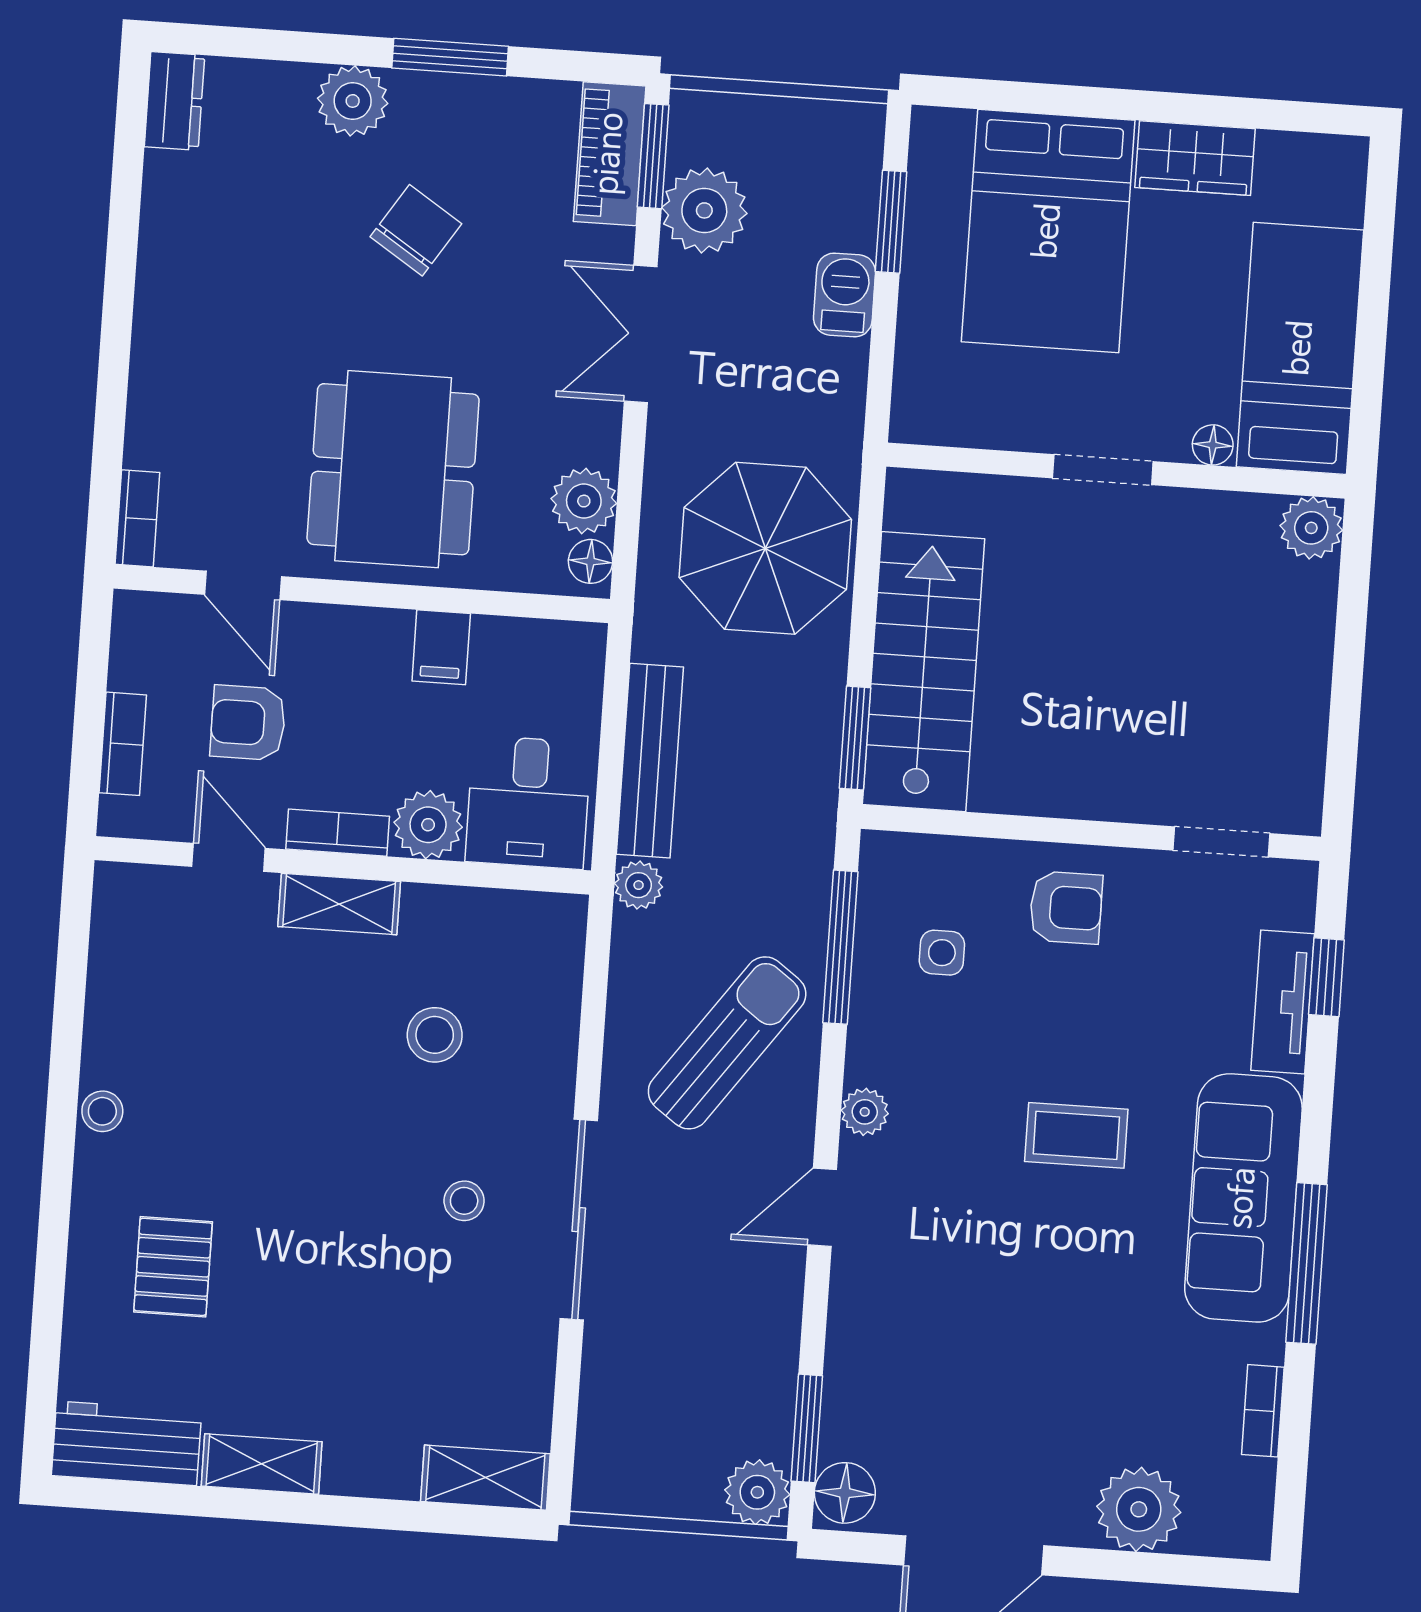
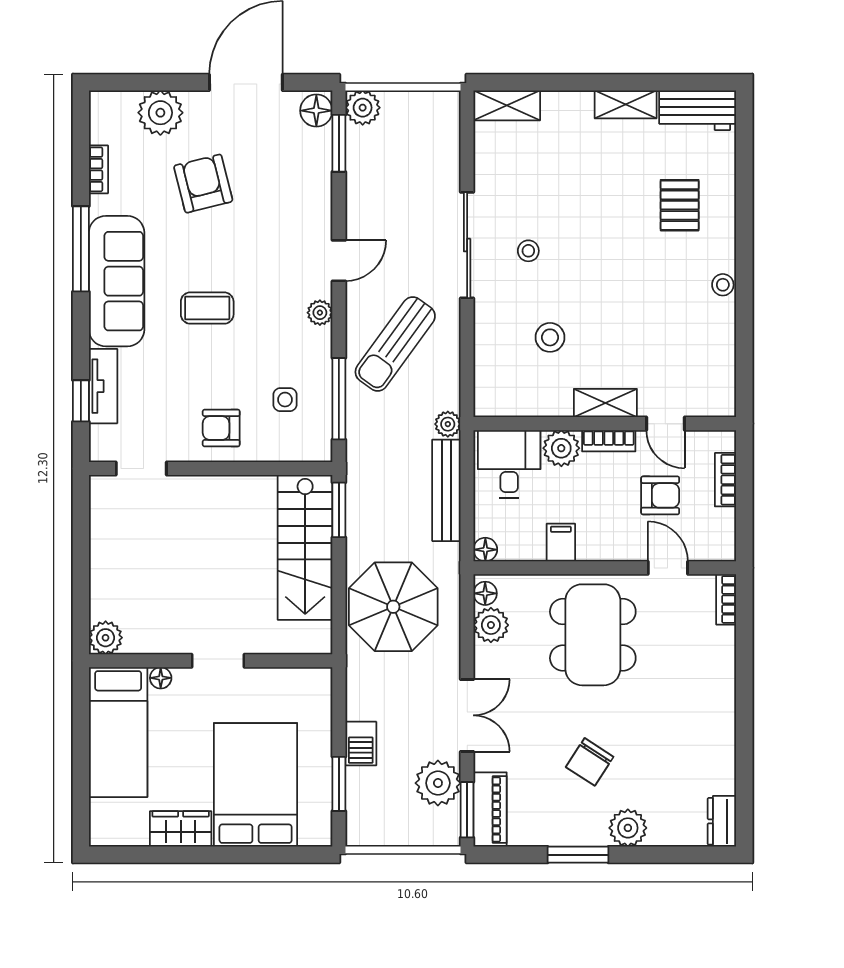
floor lamp: (584, 644) -> (485, 550), added
armchair: (1067, 1370) -> (203, 184), added

